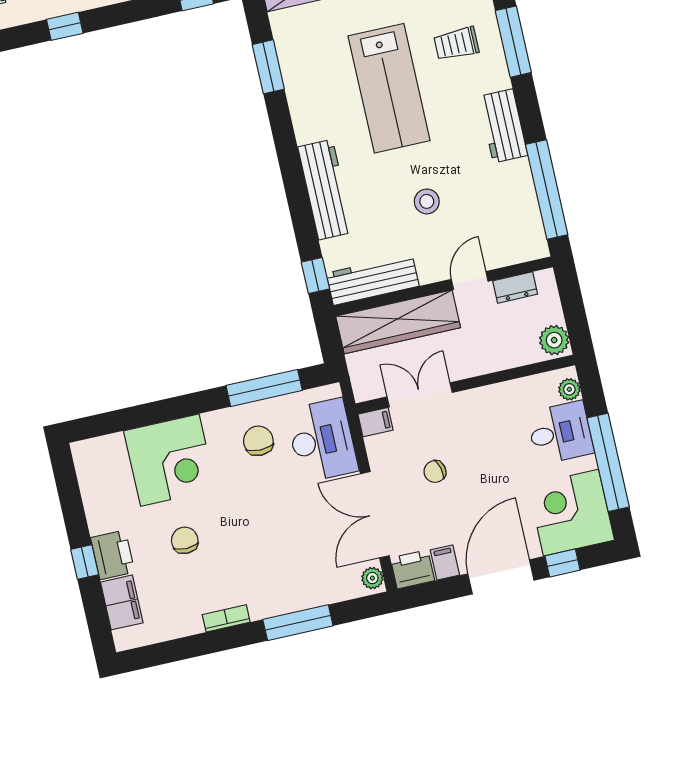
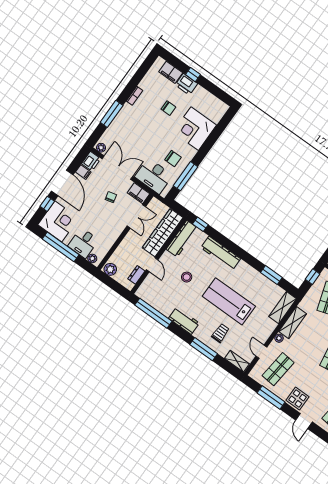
filing cabinet: (375, 422) -> (139, 193), width x2.00

